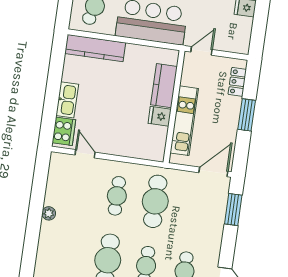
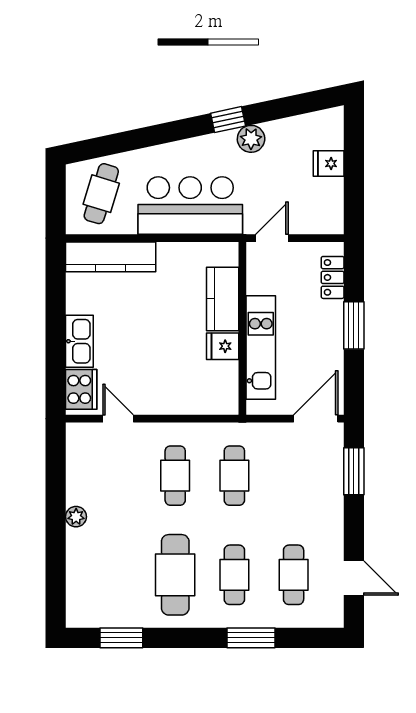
cafe table: (155, 201) -> (234, 476), width x0.73, depth x0.74

